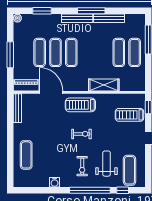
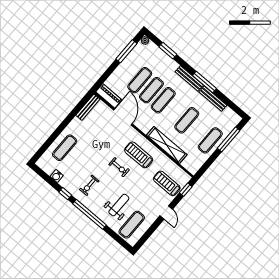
exercise mat: (119, 52) -> (187, 120), moved
window: (10, 55) -> (126, 51), moved
shelving: (104, 85) -> (167, 145), width x1.47
treadmill: (80, 105) -> (139, 155), moved
exercise bike: (82, 166) -> (89, 185), moved
water cooler: (55, 182) -> (57, 176), moved
window: (123, 190) -> (65, 194), moved

